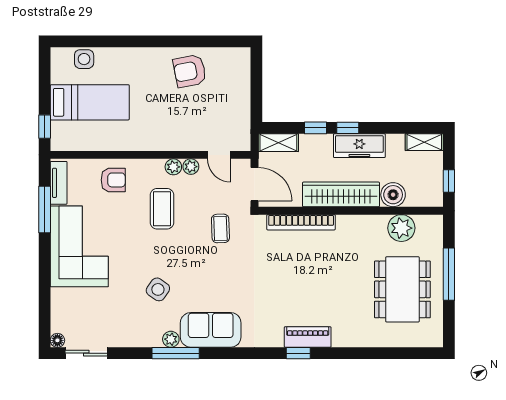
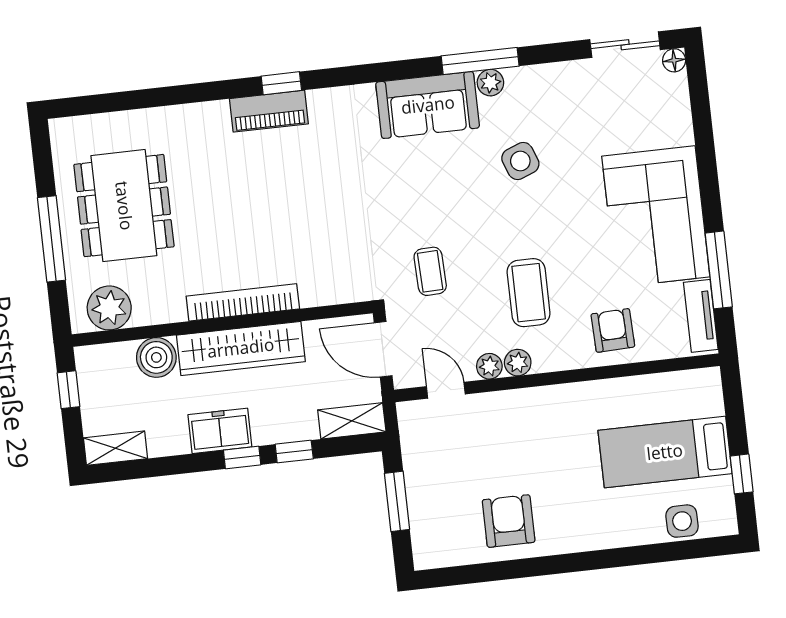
armchair: (190, 71) -> (509, 521), turned -79
window: (256, 91) -> (397, 501), added
window: (45, 127) -> (742, 474), moved
freezer: (359, 146) -> (220, 431), width x0.71
armchair: (113, 180) -> (613, 330), turned 88
bookcase: (301, 222) -> (243, 302), moved
plant: (401, 228) -> (109, 308), moved
side table: (158, 289) -> (520, 161), turned 34

